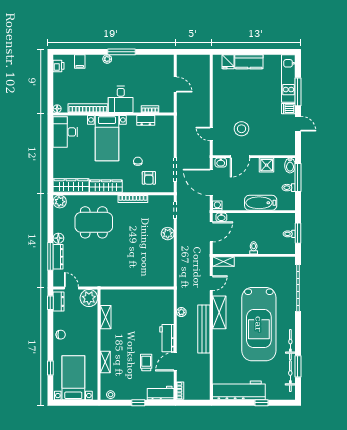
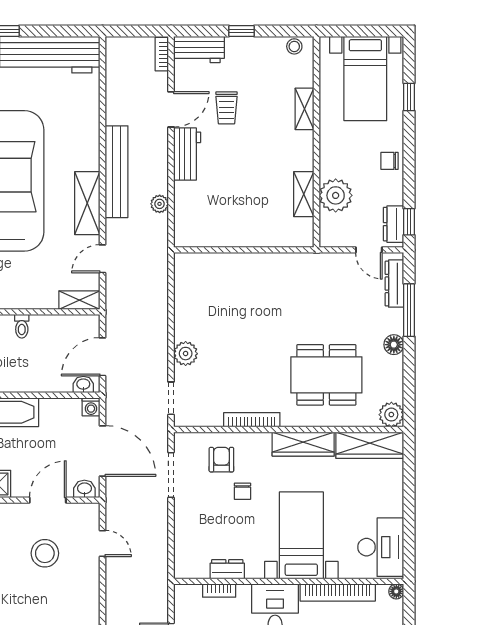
dresser: (58, 257) -> (394, 284), moved
plant: (89, 298) -> (336, 195), moved

